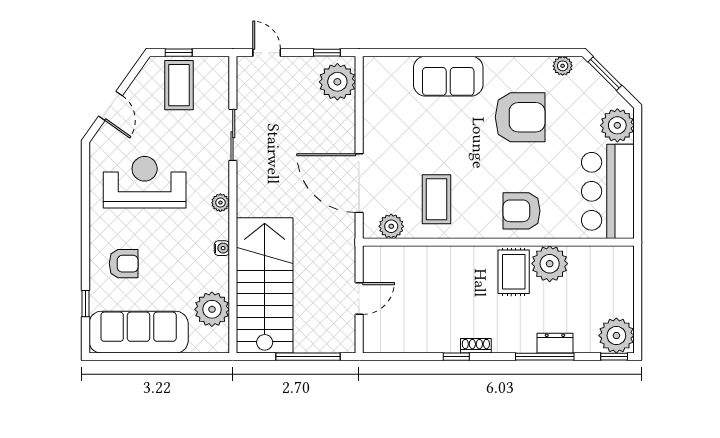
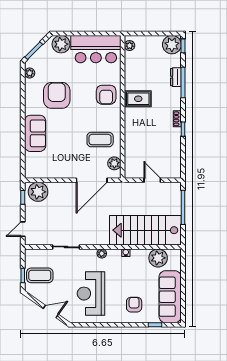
plant: (550, 264) -> (130, 46), moved, width x0.53, depth x0.53

